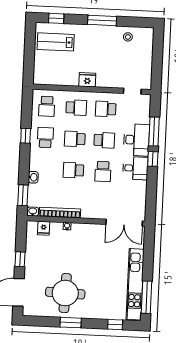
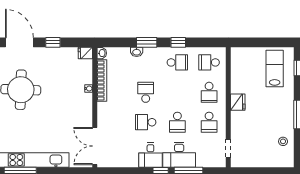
school desk: (106, 109) -> (209, 122), turned 180
school desk: (75, 139) -> (177, 92), removed
window: (23, 195) -> (147, 42), moved
fridge: (44, 228) -> (85, 53), moved

